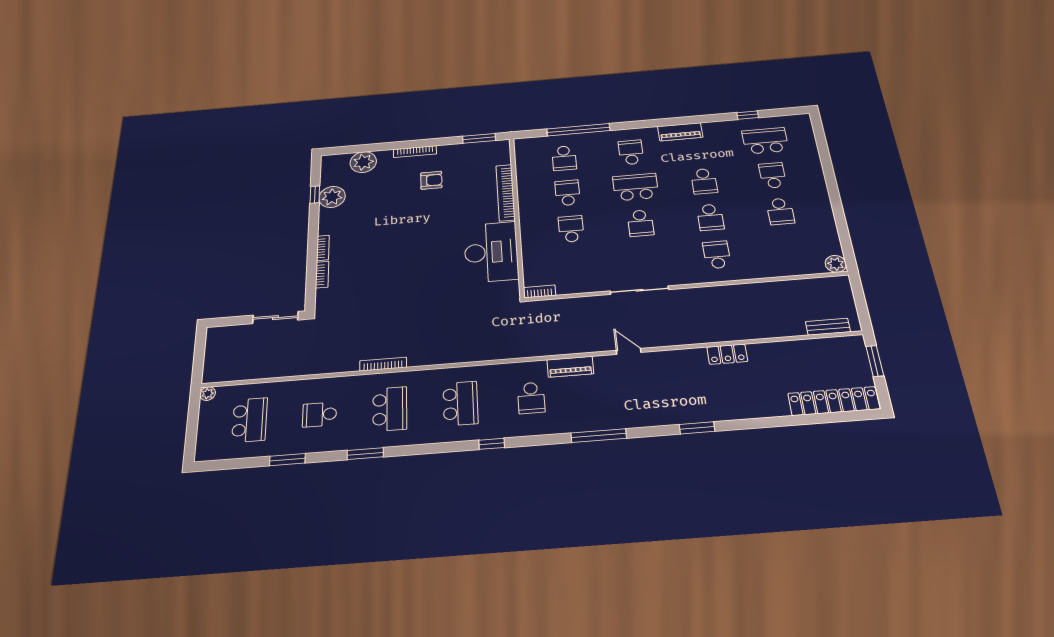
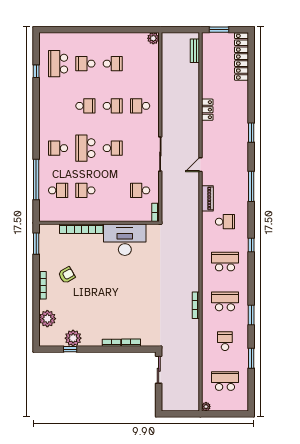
piano: (680, 132) -> (45, 115), removed
armchair: (431, 180) -> (67, 275), turned 60
school desk: (571, 229) -> (140, 190), moved
school desk: (320, 415) -> (225, 341), turned 180

